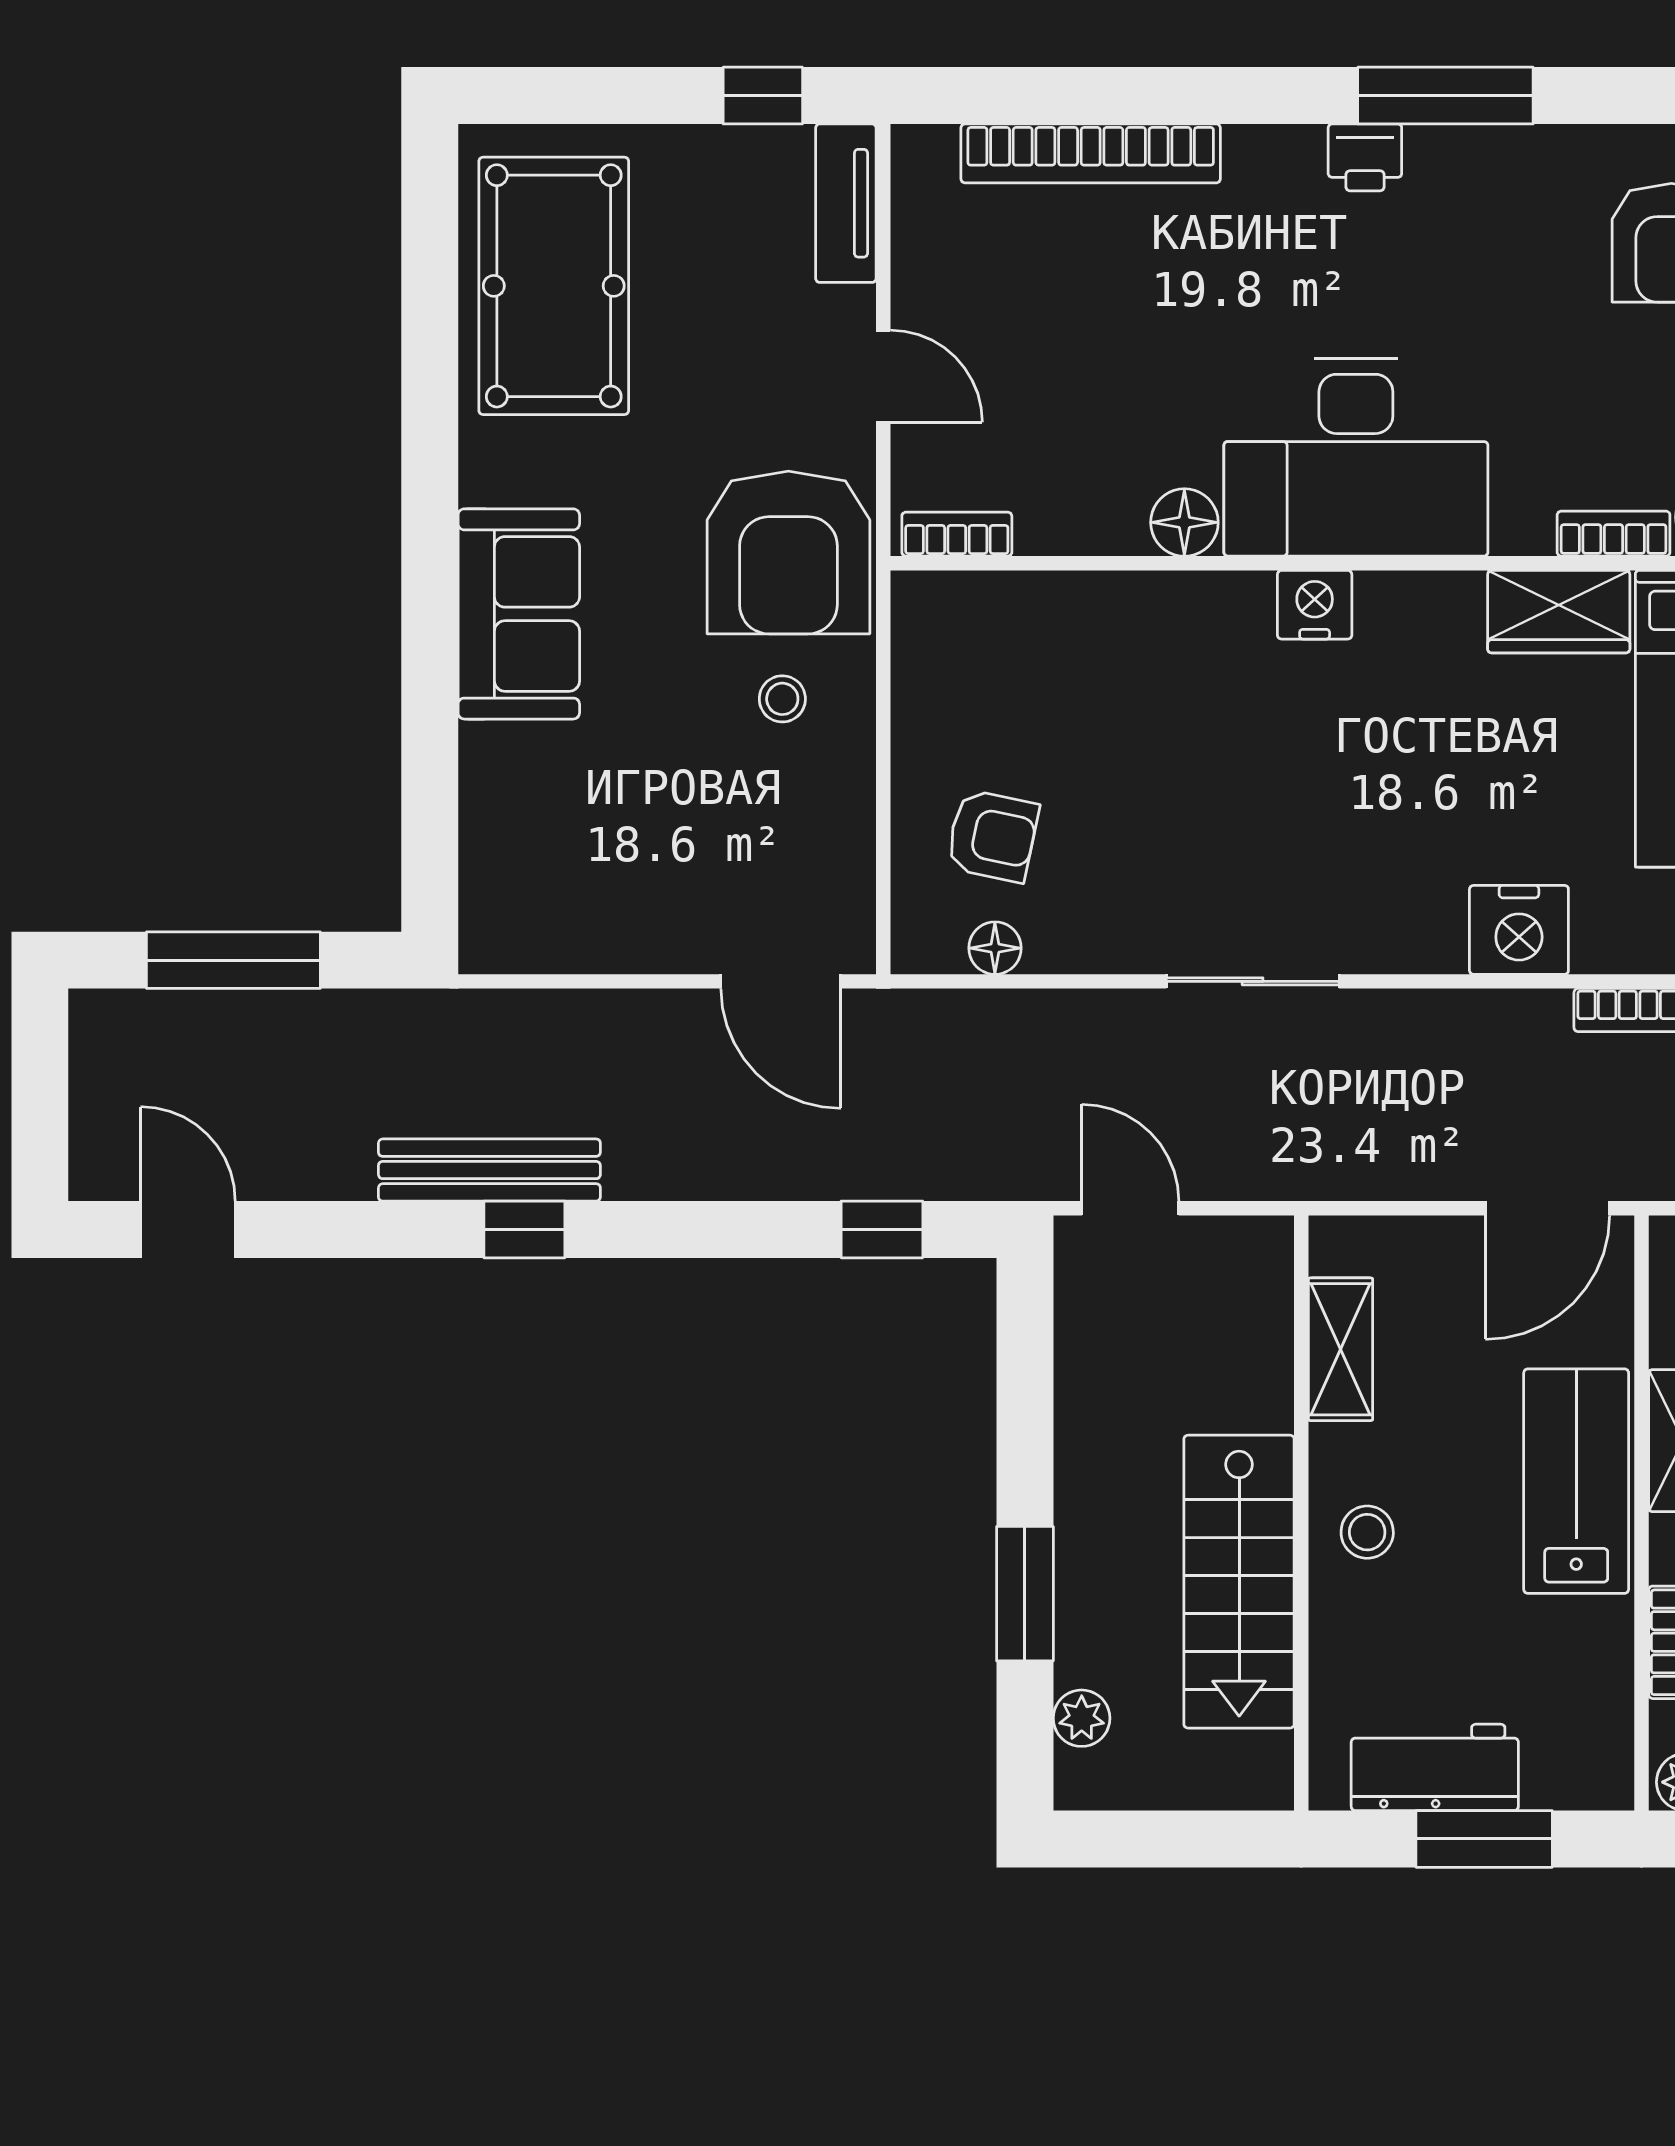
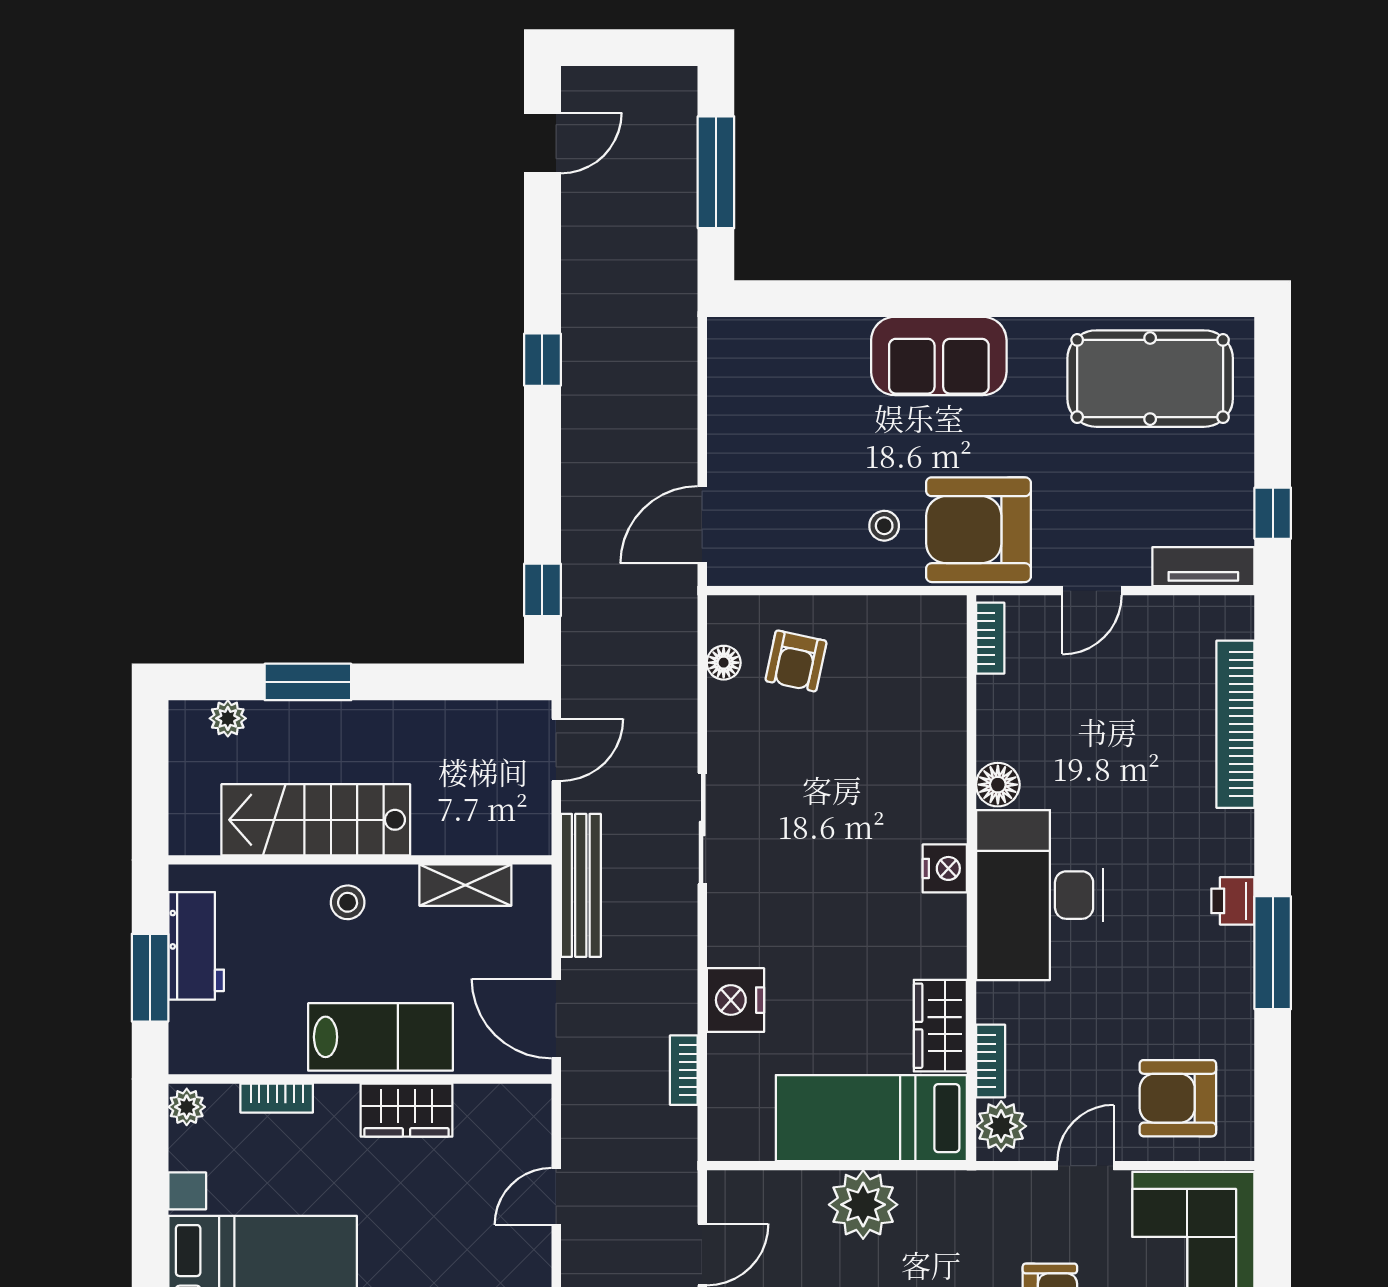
bench: (489, 1170) -> (581, 885), moved

